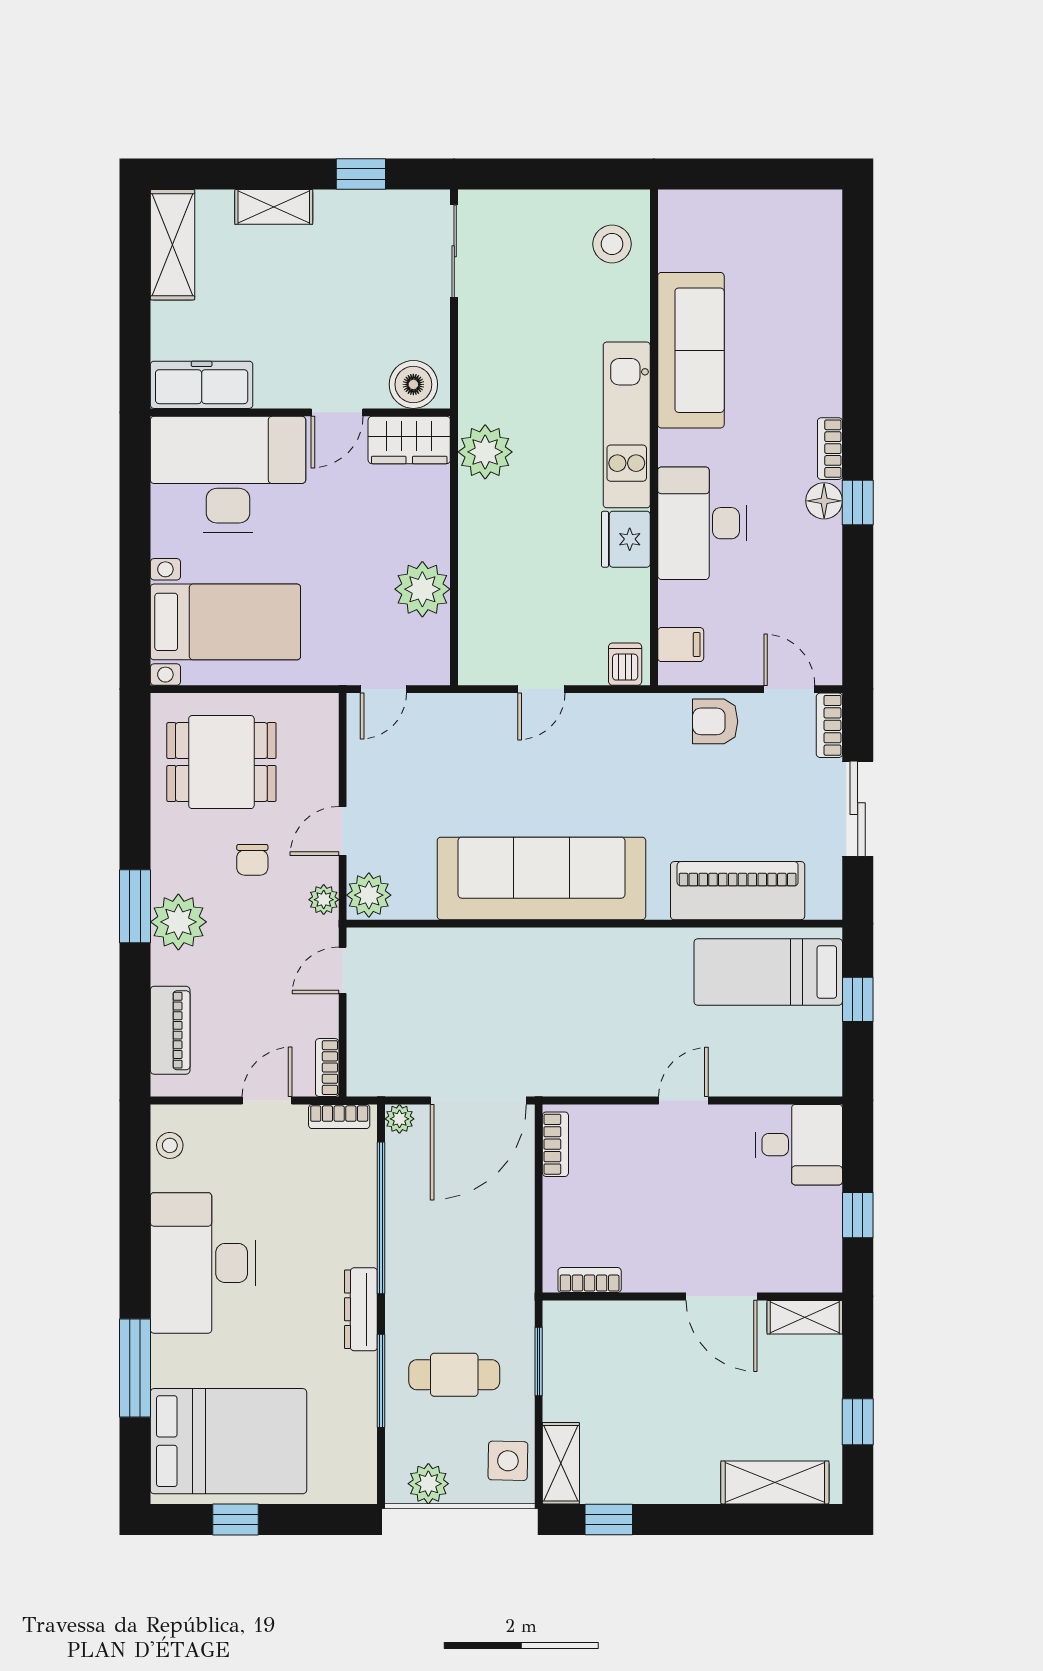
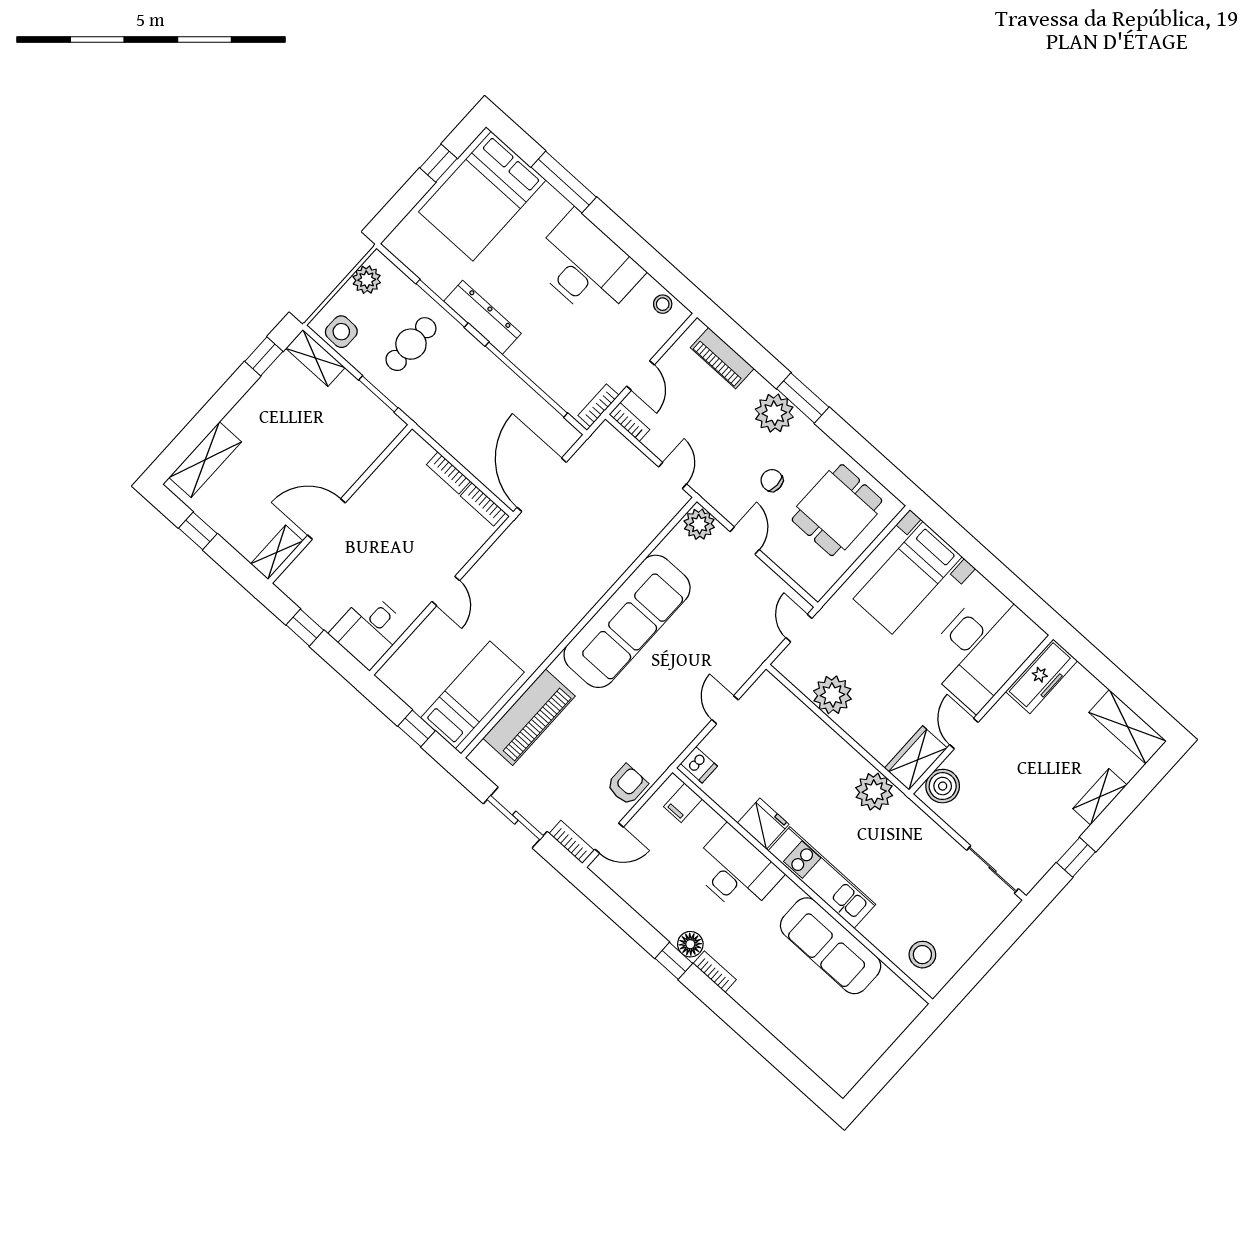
plant: (324, 900) -> (718, 499), removed
plant: (399, 1119) -> (569, 435), removed
bookcase: (590, 1280) -> (448, 473), moved, turned 90
dresser: (361, 1309) -> (482, 317), width x1.37, depth x1.24

